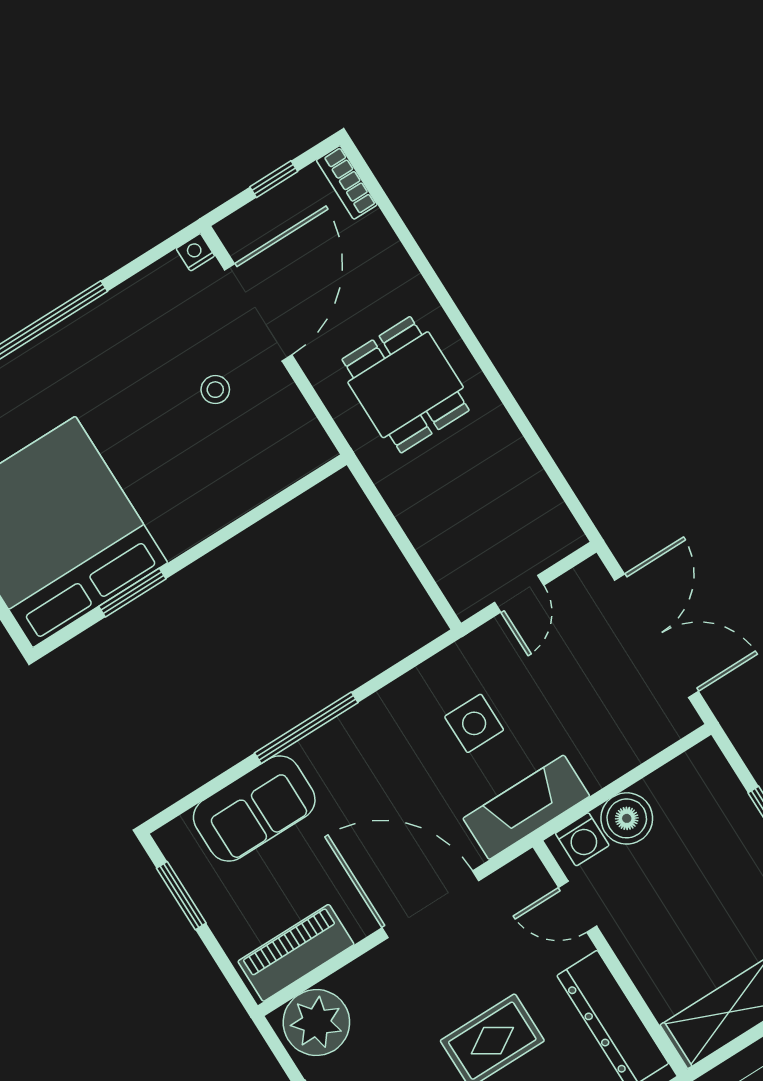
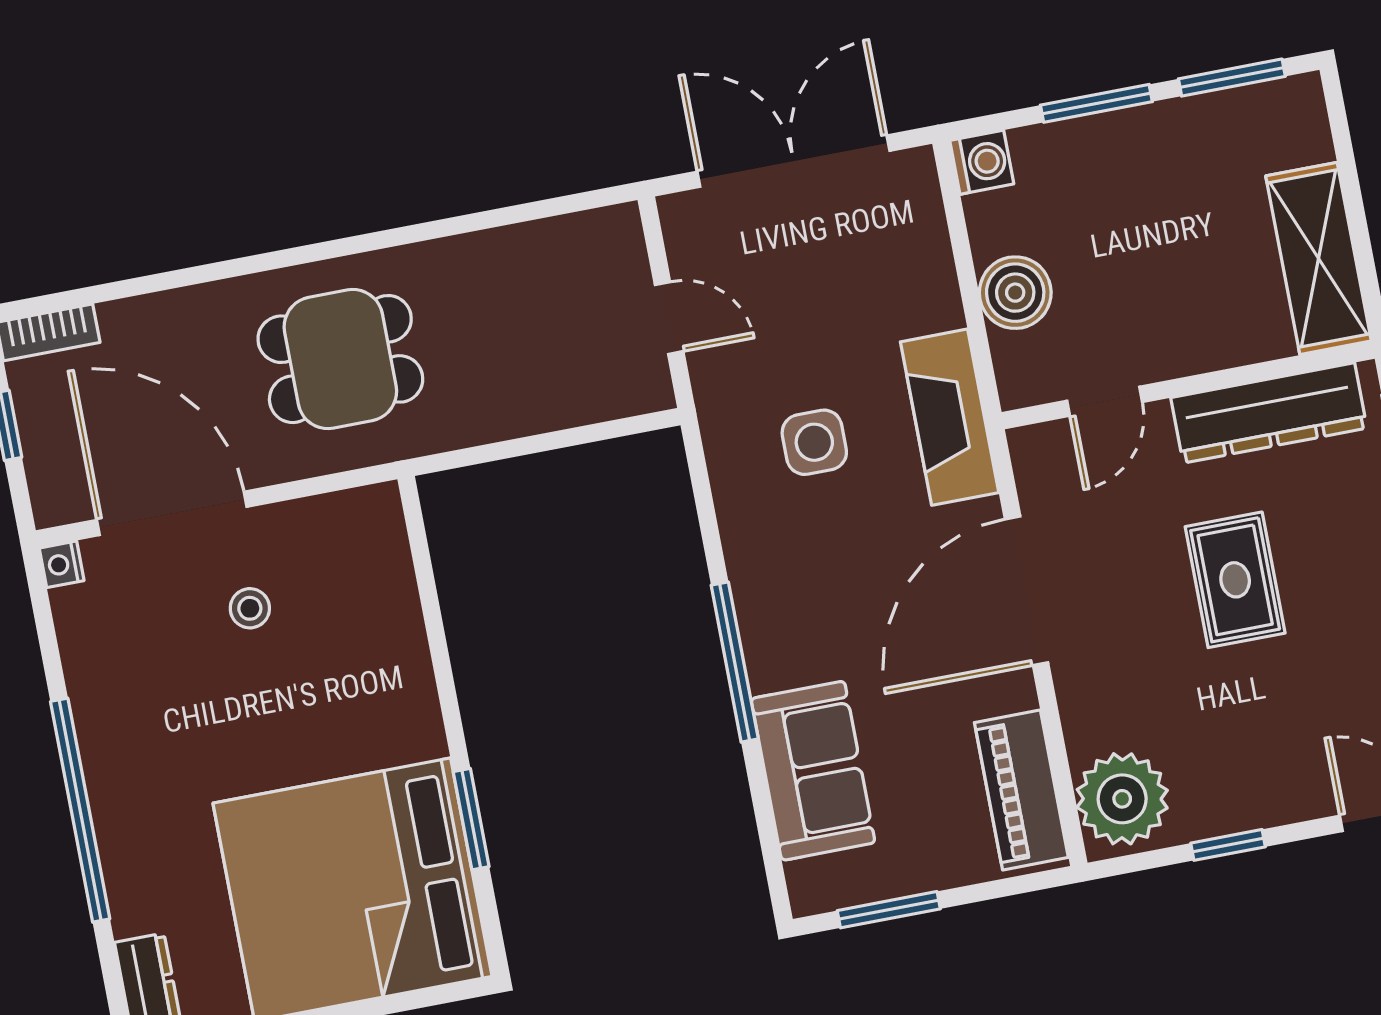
washing machine: (582, 839) -> (982, 162), moved

